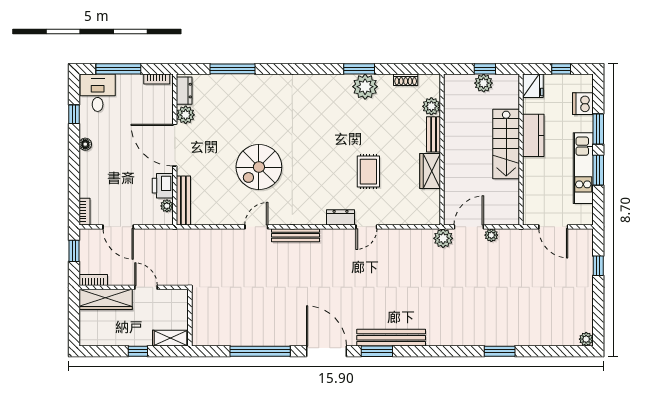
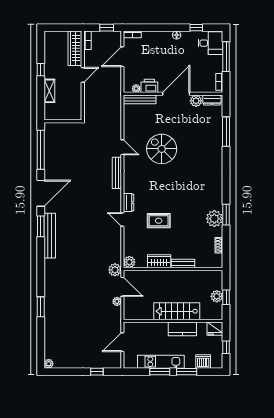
plant: (431, 106) -> (129, 262), moved
wall: (190, 318) -> (63, 121), moved

